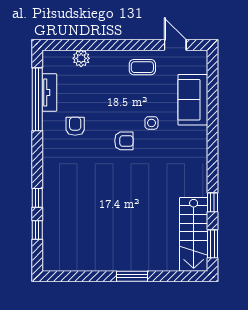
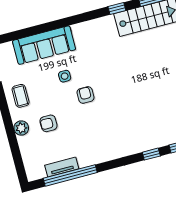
plant: (81, 58) -> (21, 128), moved
sofa: (193, 100) -> (44, 45), width x1.36
armchair: (75, 126) -> (49, 123), moved

